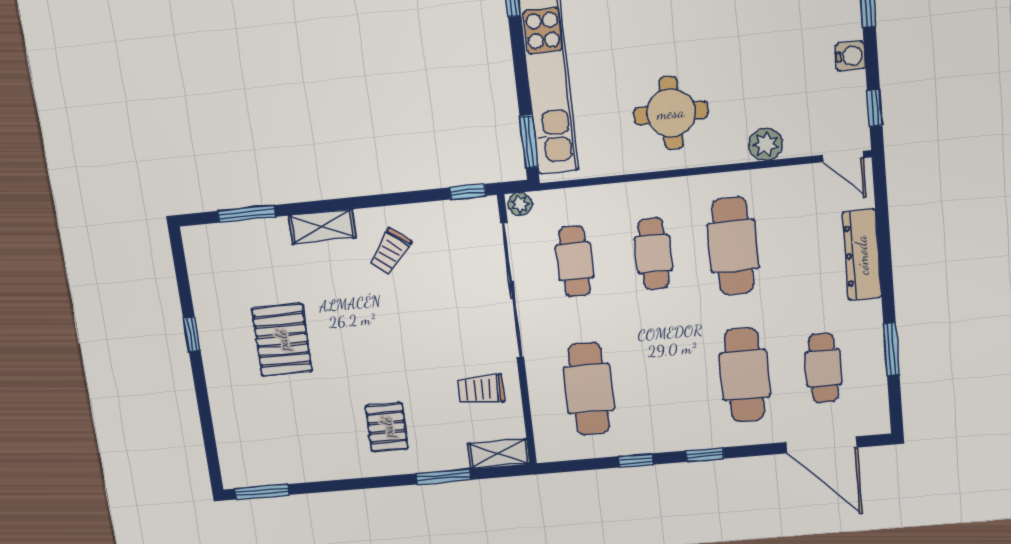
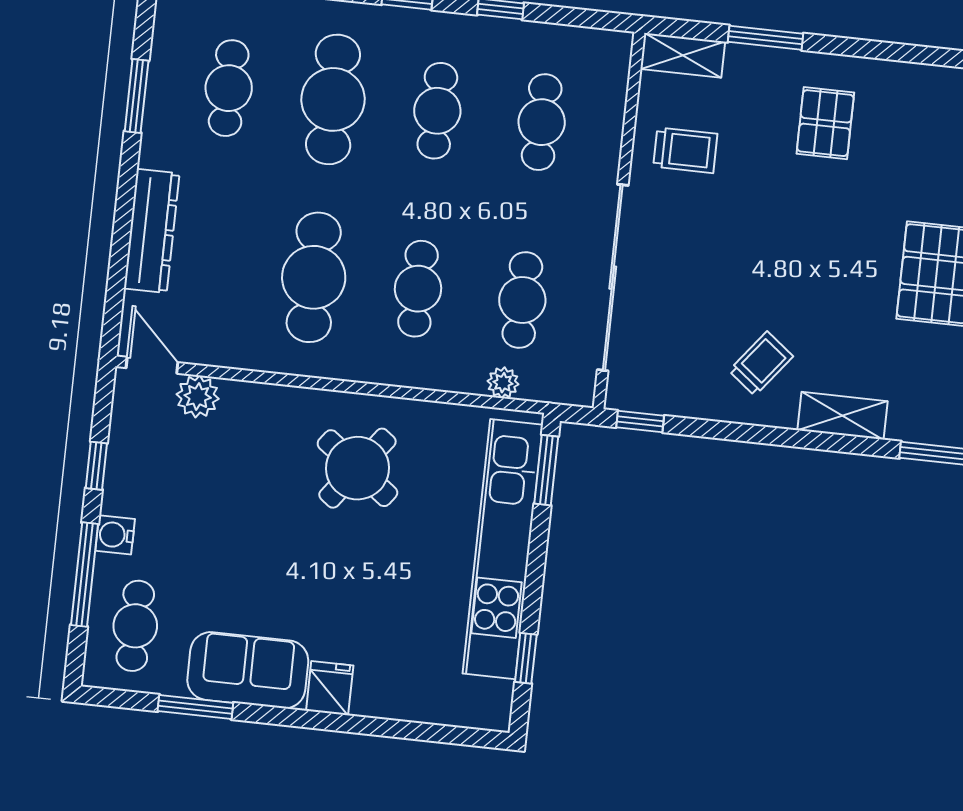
water cooler: (850, 56) -> (115, 535), moved
window: (875, 108) -> (96, 466), moved
round table: (671, 113) -> (357, 468), turned 37
plant: (766, 144) -> (198, 396), moved
plant: (520, 204) -> (503, 383), moved
cafe table: (666, 382) -> (437, 111), added
cafe table: (589, 389) -> (542, 122), width x0.73, depth x0.74

